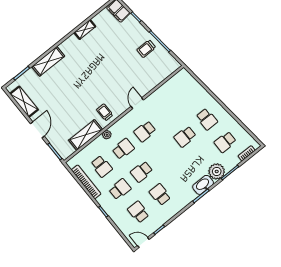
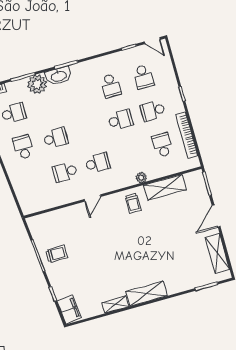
shelving: (48, 61) -> (147, 294), moved
school desk: (123, 149) -> (65, 172), moved

